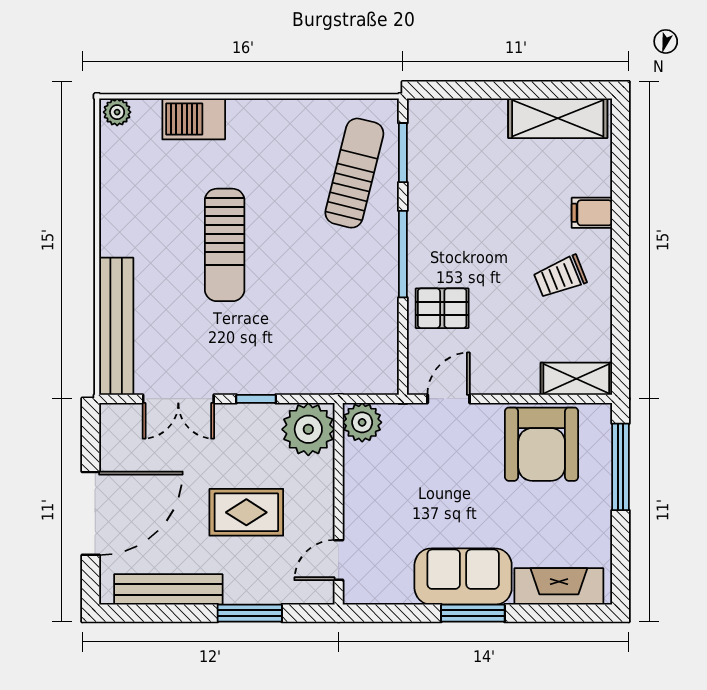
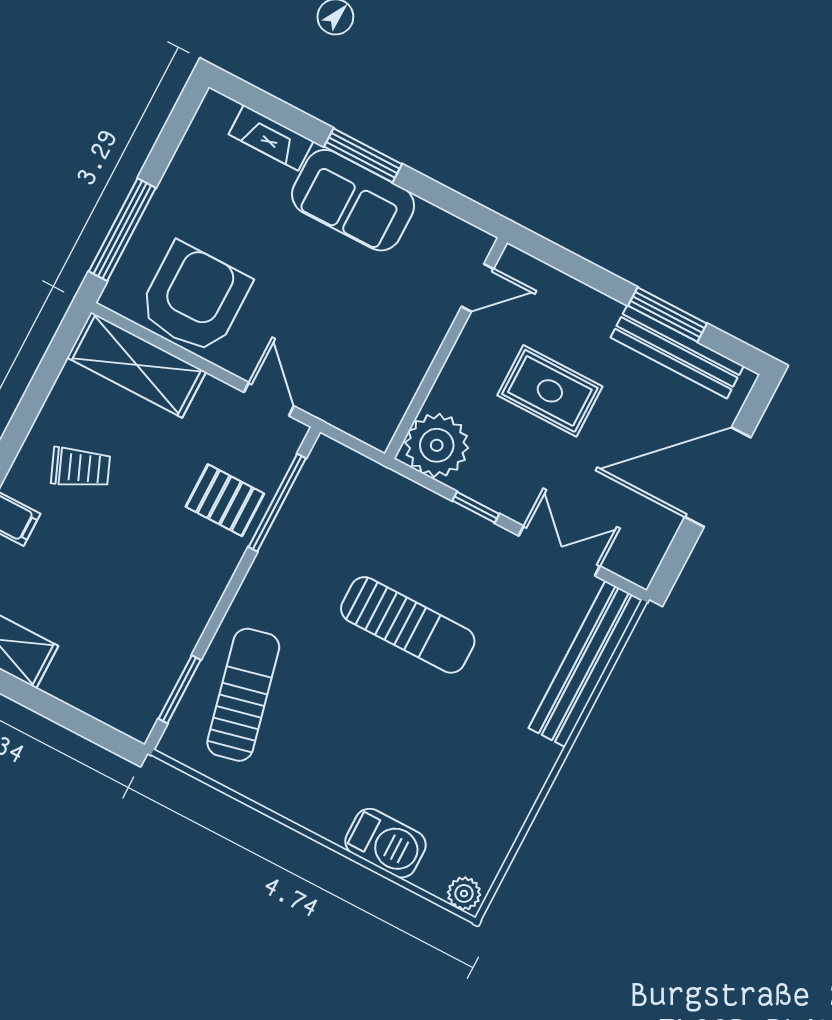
sun lounger: (354, 173) -> (243, 695), turned 153
sun lounger: (225, 245) -> (408, 625), moved, turned 90
window: (403, 254) -> (277, 503), moved
shelving: (576, 379) -> (137, 365), width x1.50, depth x1.33
door: (449, 399) -> (269, 399), swing flipped
plant: (362, 422) -> (375, 422), removed
fireplace: (559, 586) -> (271, 138), width x0.73, depth x0.76
window: (250, 613) -> (668, 315), moved

